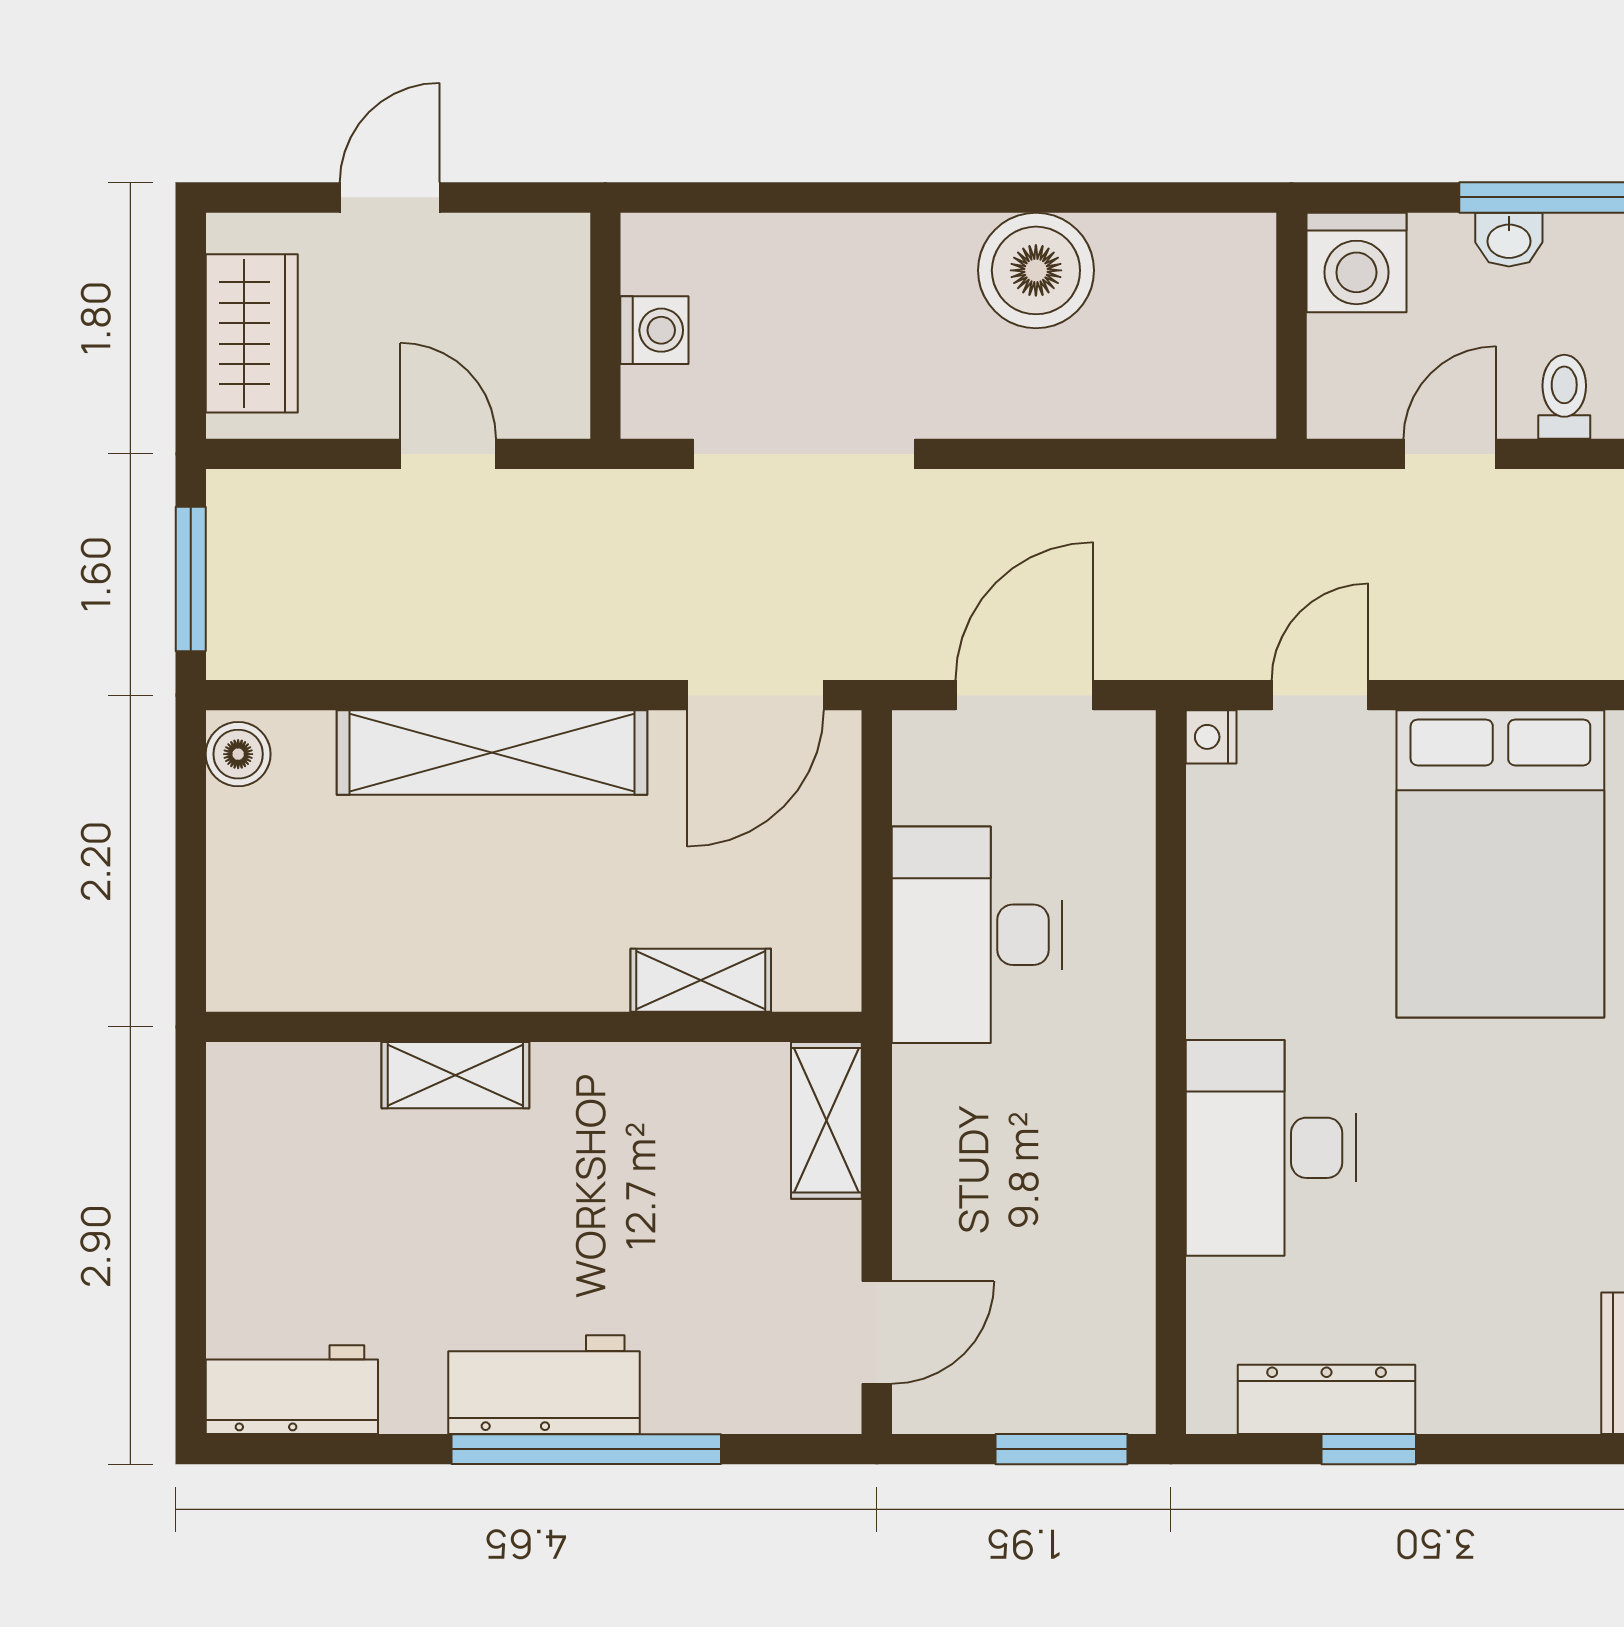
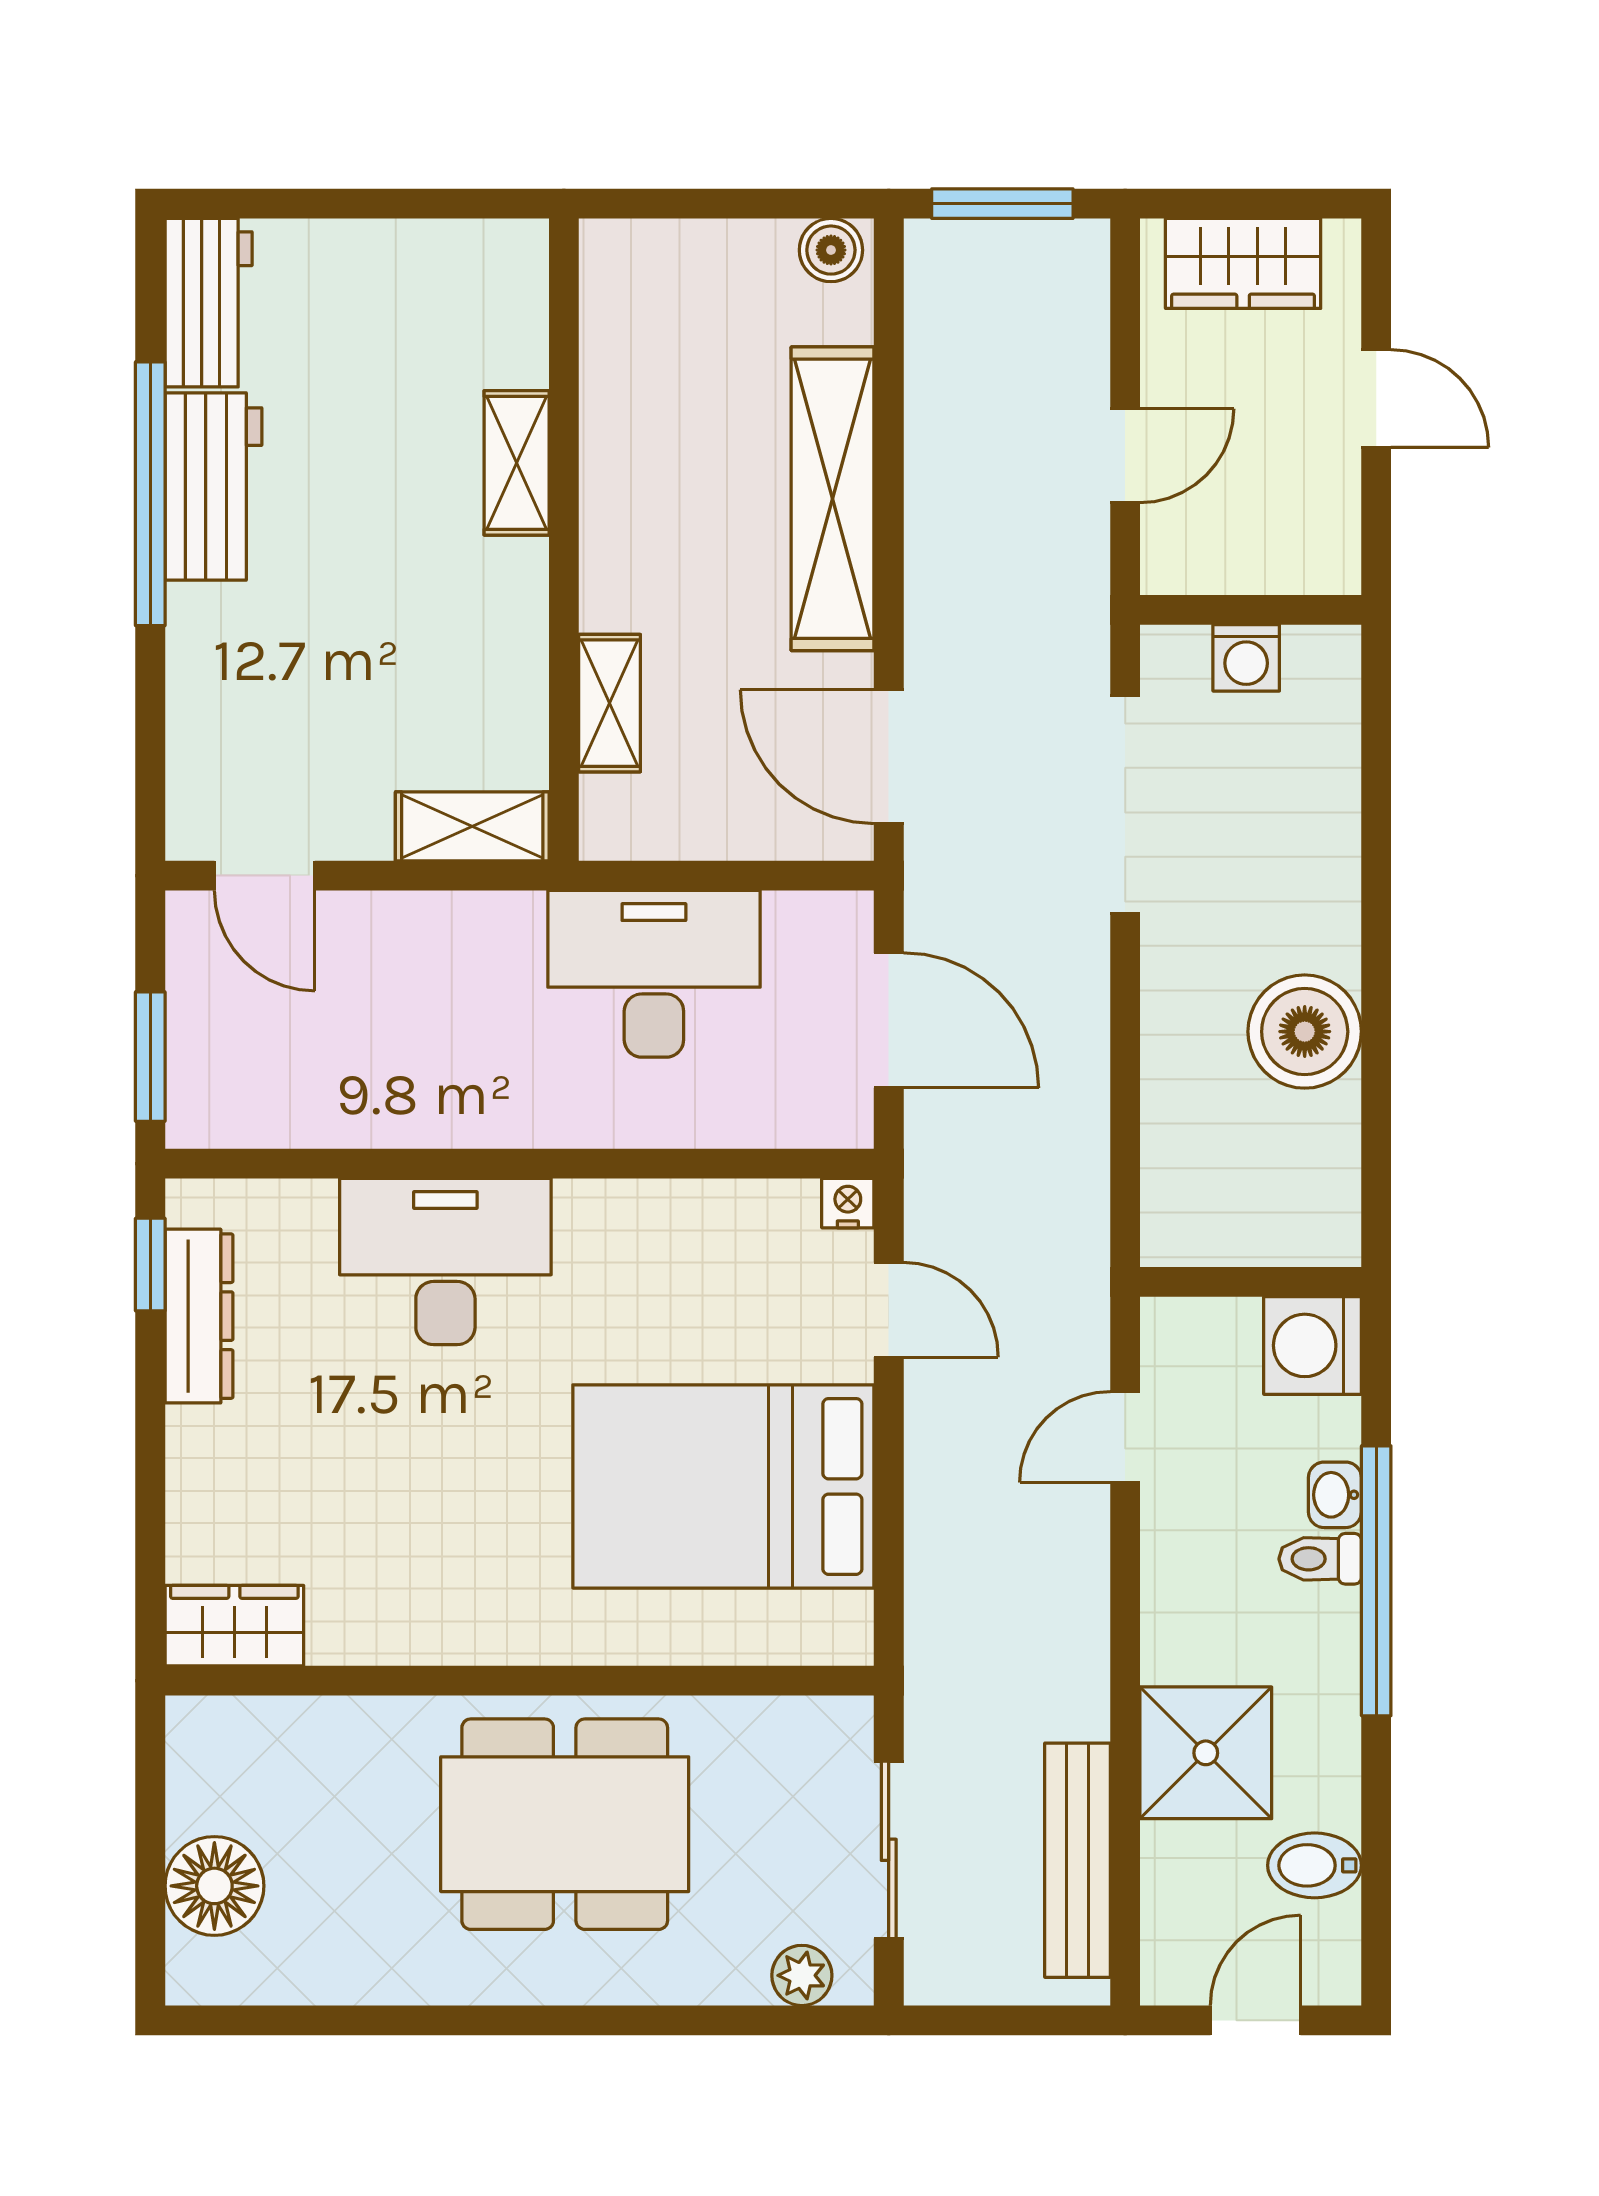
toilet: (1564, 397) -> (1320, 1559), moved, turned 180
door: (1450, 454) -> (1125, 1437), swing flipped
workbench: (544, 1385) -> (213, 486), moved
window: (586, 1449) -> (150, 494), moved
window: (1369, 1449) -> (150, 1265), moved

